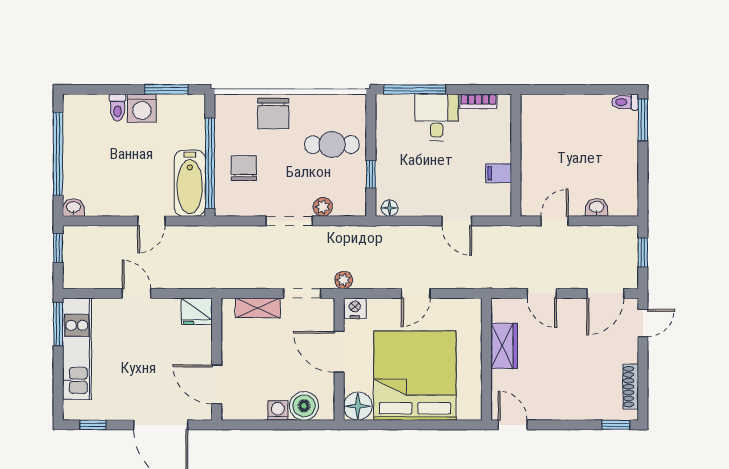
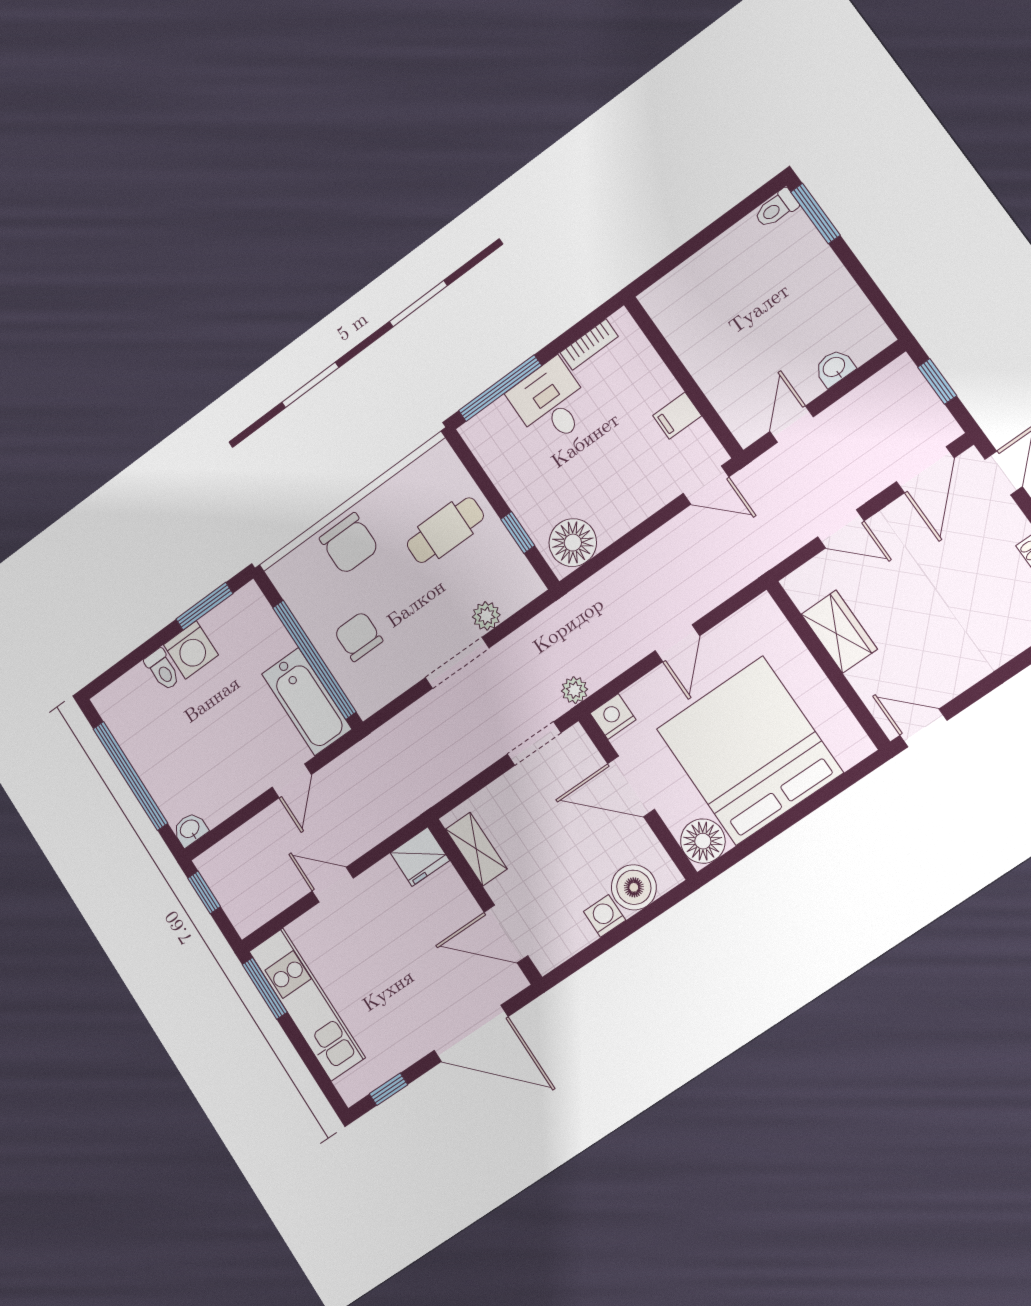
floor lamp: (390, 208) -> (573, 543), width x1.89, depth x1.89
door: (457, 221) -> (706, 485), moved
shelving: (258, 308) -> (476, 849), moved, turned 90

